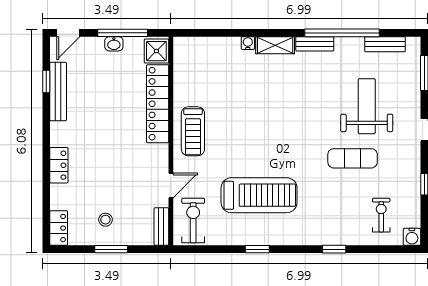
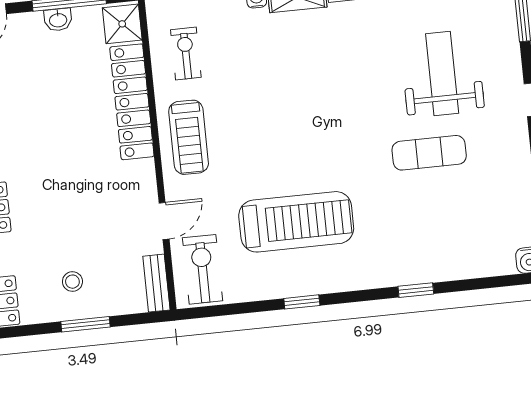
exercise bike: (381, 215) -> (186, 53), moved

